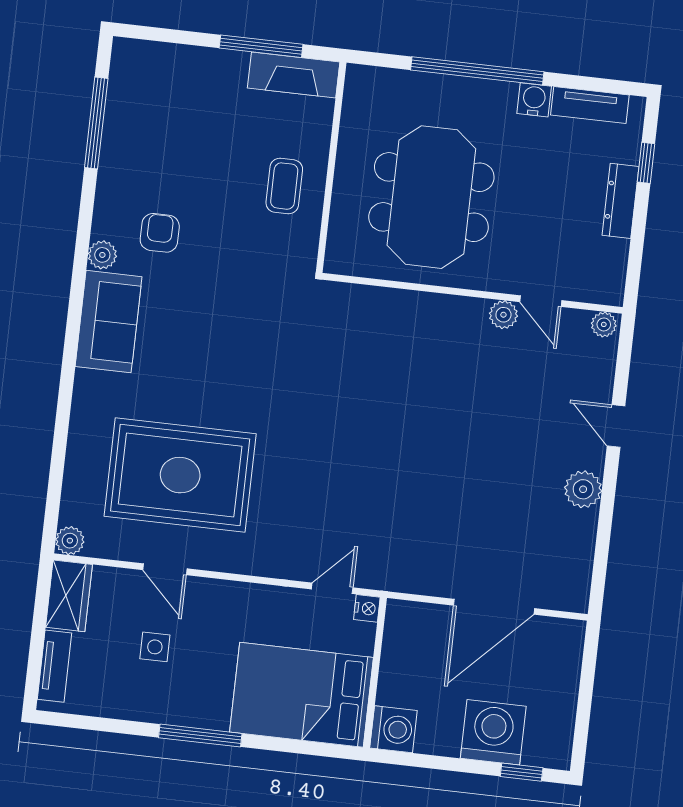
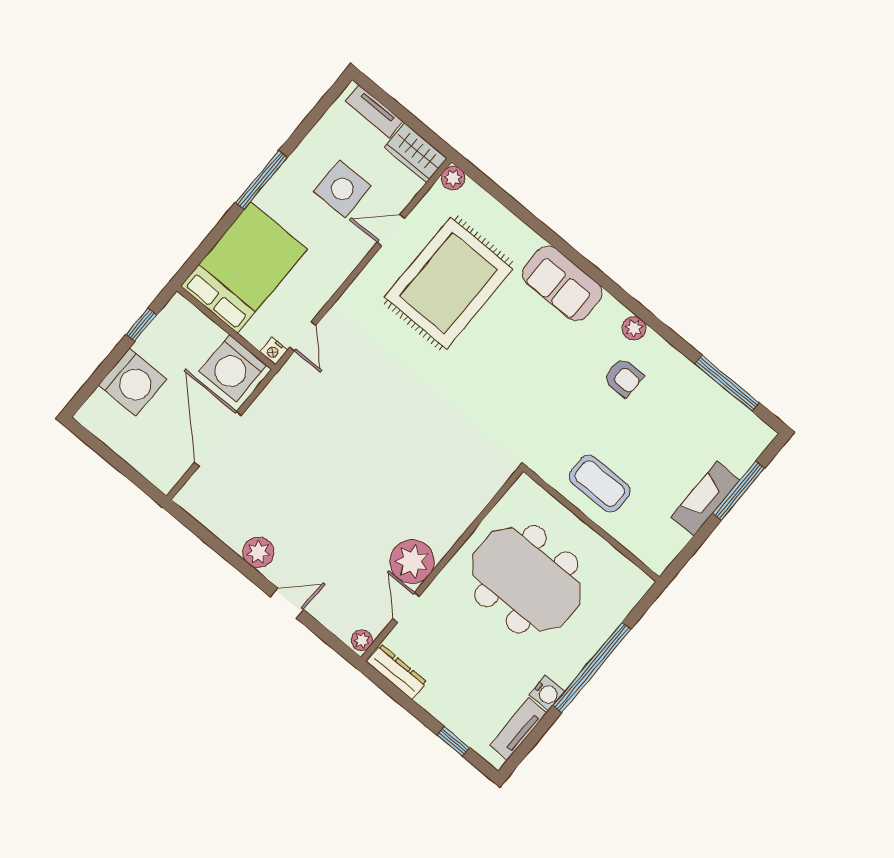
window: (261, 46) -> (739, 491), moved
fireplace: (294, 75) -> (705, 499), moved
coffee table: (284, 186) -> (600, 484), width x1.36, depth x1.30
dresser: (621, 201) -> (397, 672), moved
door: (541, 301) -> (406, 608), hinge flipped
plant: (503, 315) -> (412, 562), width x1.88, depth x1.88
sofa: (109, 322) -> (562, 283), moved
side table: (155, 647) -> (342, 189), width x1.87, depth x1.87
washing machine: (393, 729) -> (233, 368), moved, width x1.37, depth x1.37
window: (522, 772) -> (141, 325), moved

